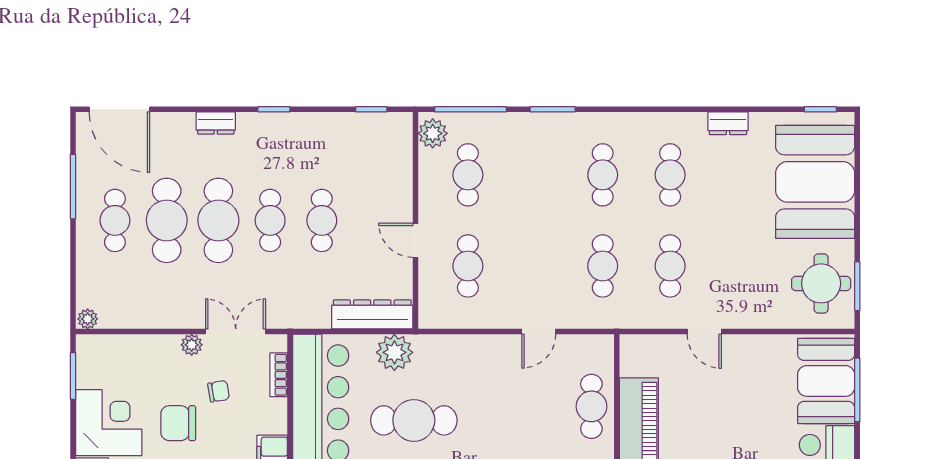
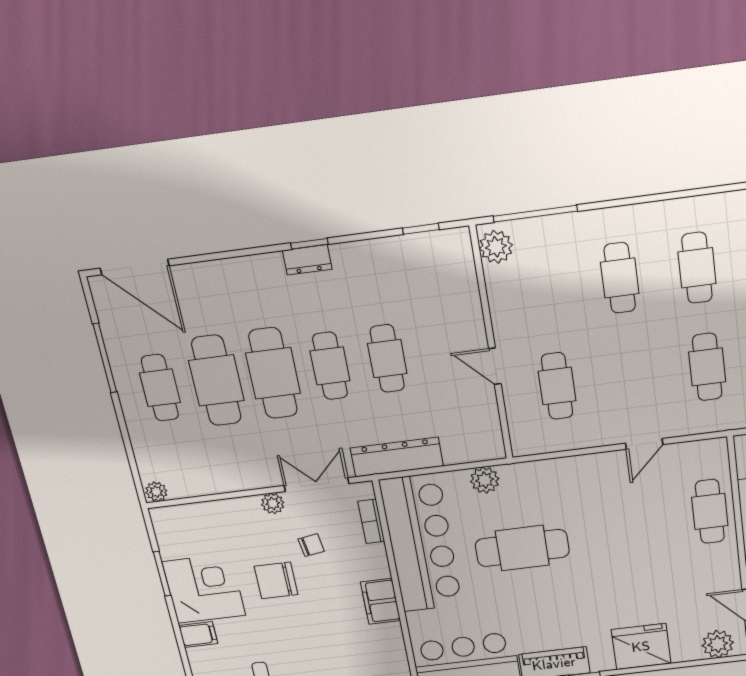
window: (553, 109) -> (631, 201), removed
dresser: (216, 123) -> (307, 260), moved
cafe table: (468, 175) -> (620, 278), moved
dresser: (372, 314) -> (397, 457), moved
plant: (394, 352) -> (485, 480), width x0.73, depth x0.73
window: (73, 376) -> (162, 574), moved

